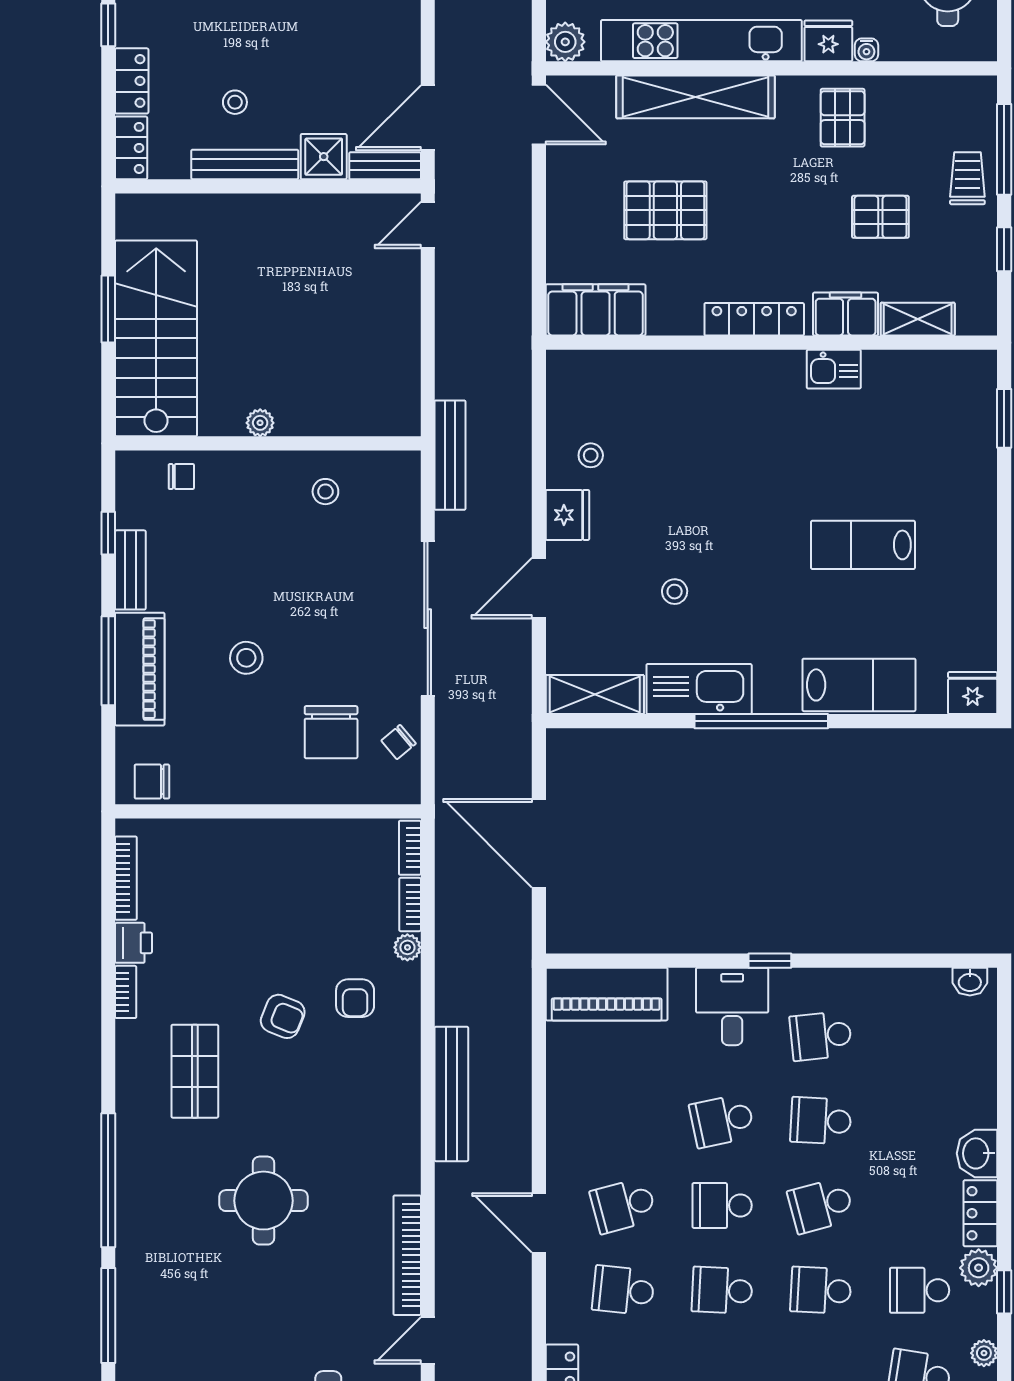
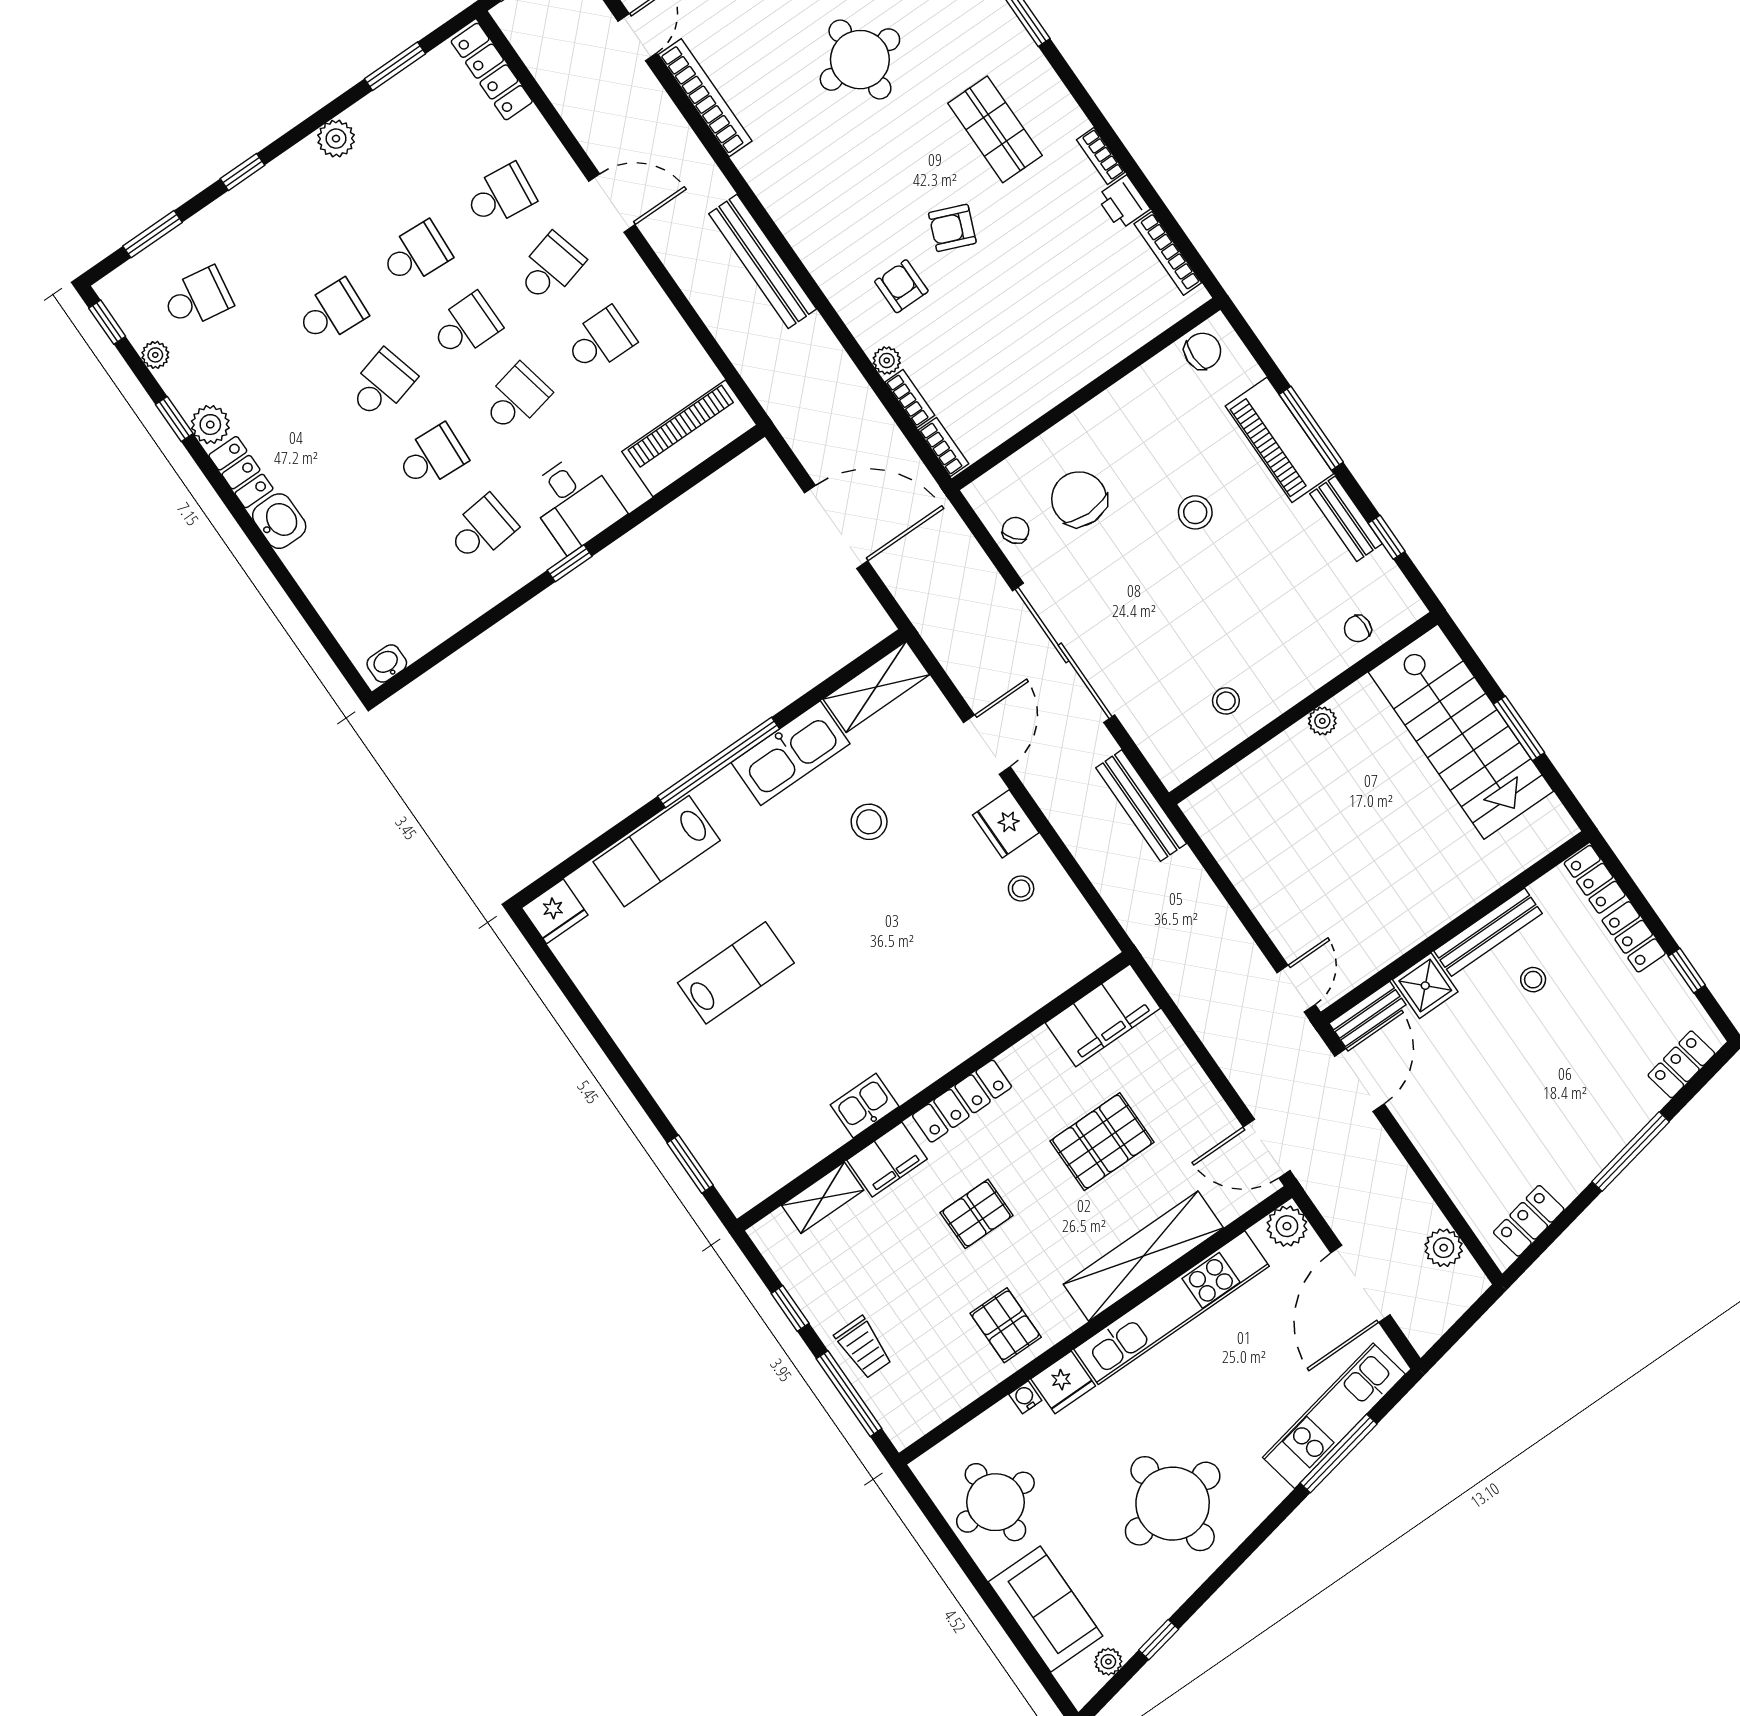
pallet: (880, 217) -> (977, 1214), moved
stool: (675, 592) -> (869, 822), width x1.37, depth x1.37
school desk: (920, 1290) -> (600, 340), moved

